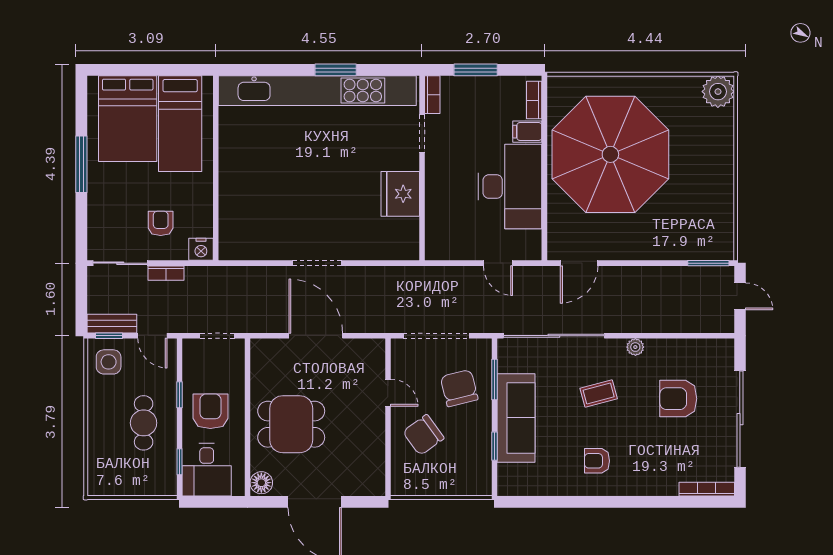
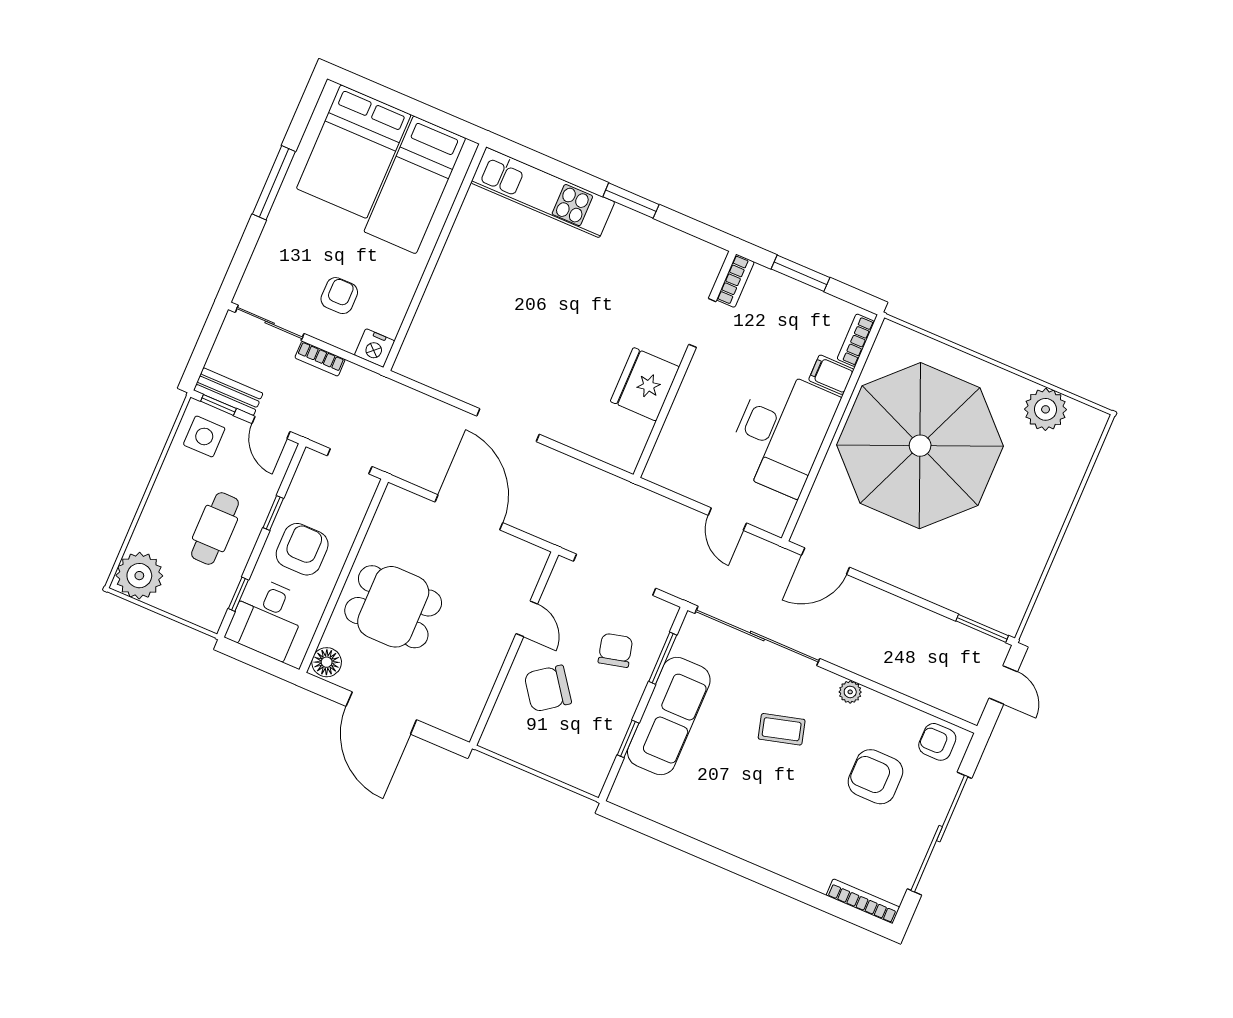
kitchen unit: (317, 91) -> (543, 192), width x0.54
plant: (718, 92) -> (1046, 409), moved
chair: (459, 388) -> (615, 650), width x0.73, depth x0.73
armchair: (597, 461) -> (937, 742), moved
plant: (105, 478) -> (139, 576), added

